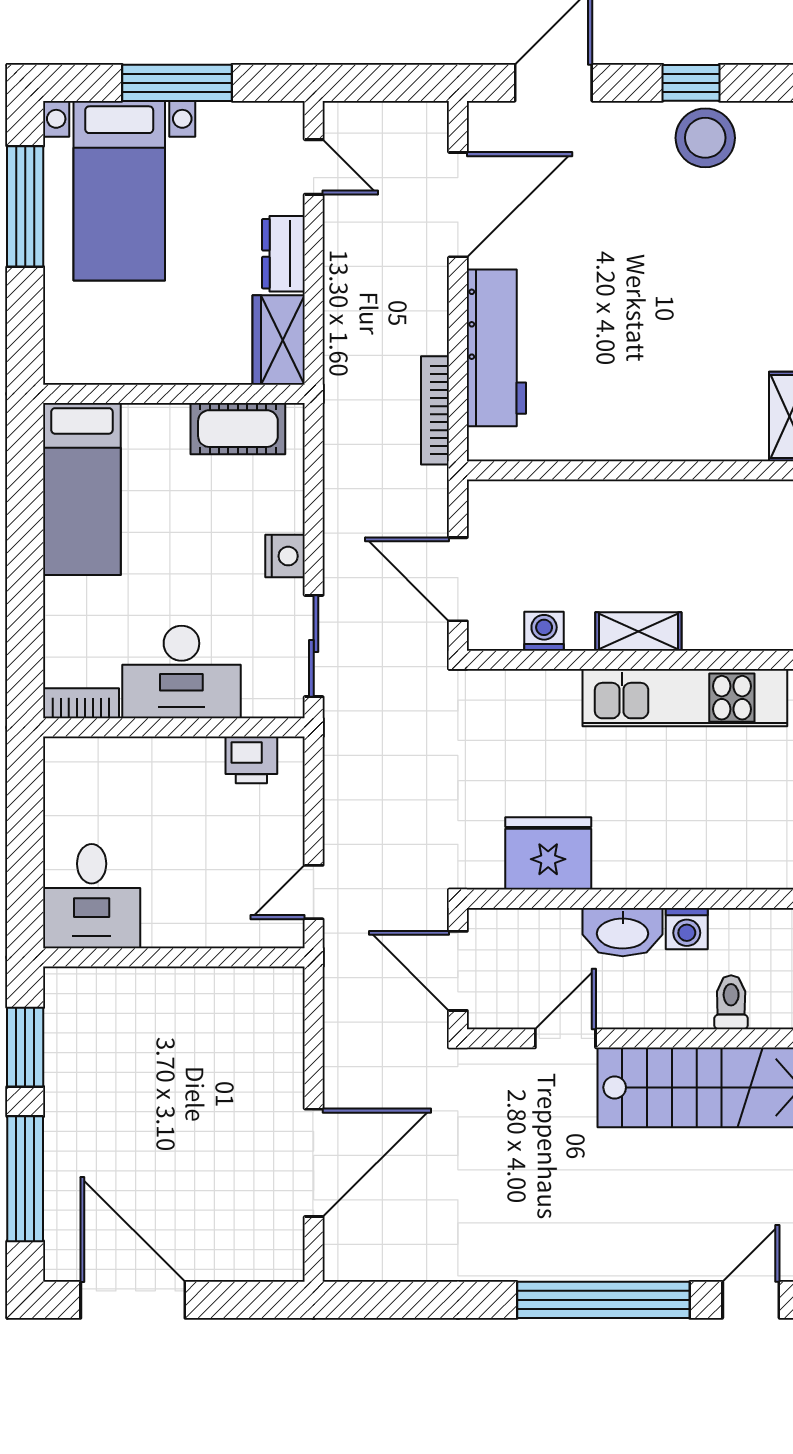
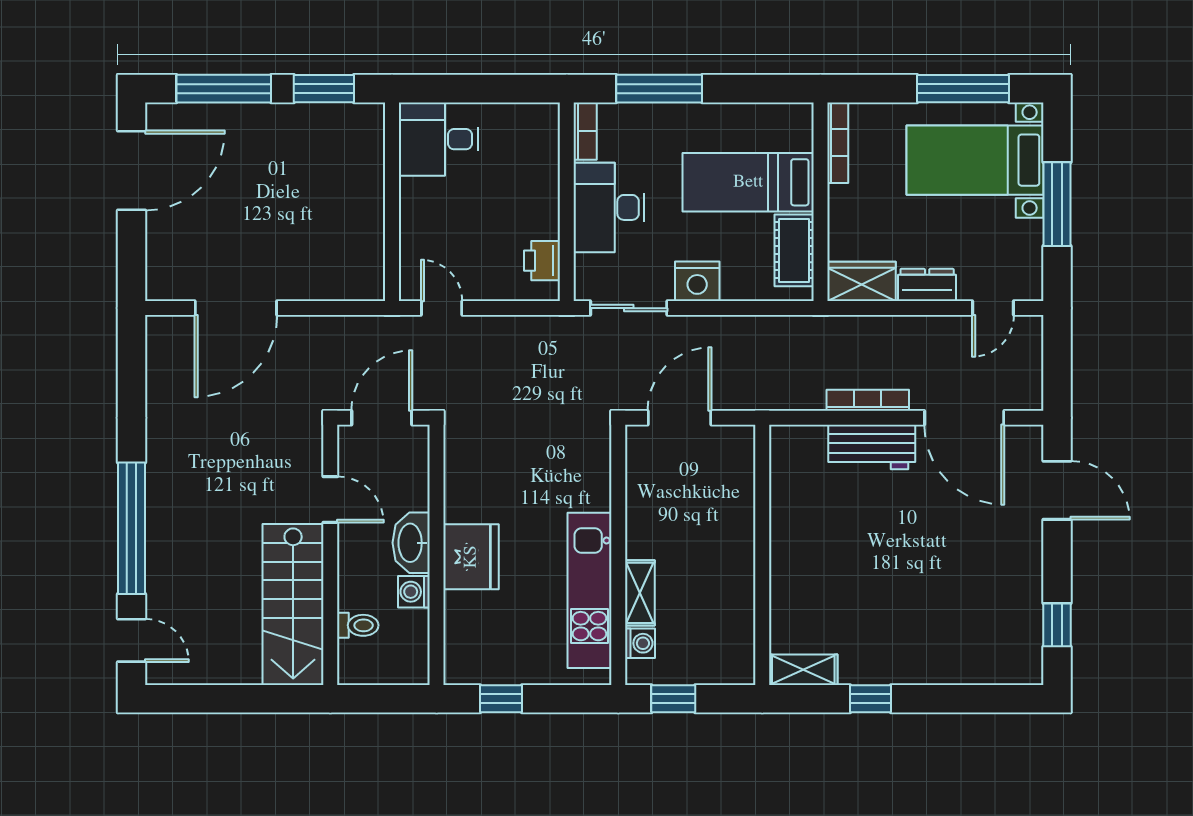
window: (691, 83) -> (1057, 625), moved
stool: (705, 138) -> (1015, 606), removed
workbench: (496, 348) -> (872, 447), width x0.73
bookcase: (96, 371) -> (838, 143), added
bookcase: (435, 410) -> (868, 400), moved
bed: (82, 489) -> (748, 182), moved
nightstand: (285, 556) -> (697, 281), width x1.36, depth x1.33
window: (25, 606) -> (659, 89), added
washing machine: (544, 631) -> (640, 643), moved
shelving: (638, 631) -> (640, 593), moved
fridge: (548, 853) -> (471, 557), moved
door: (314, 1163) -> (236, 308), hinge flipped

